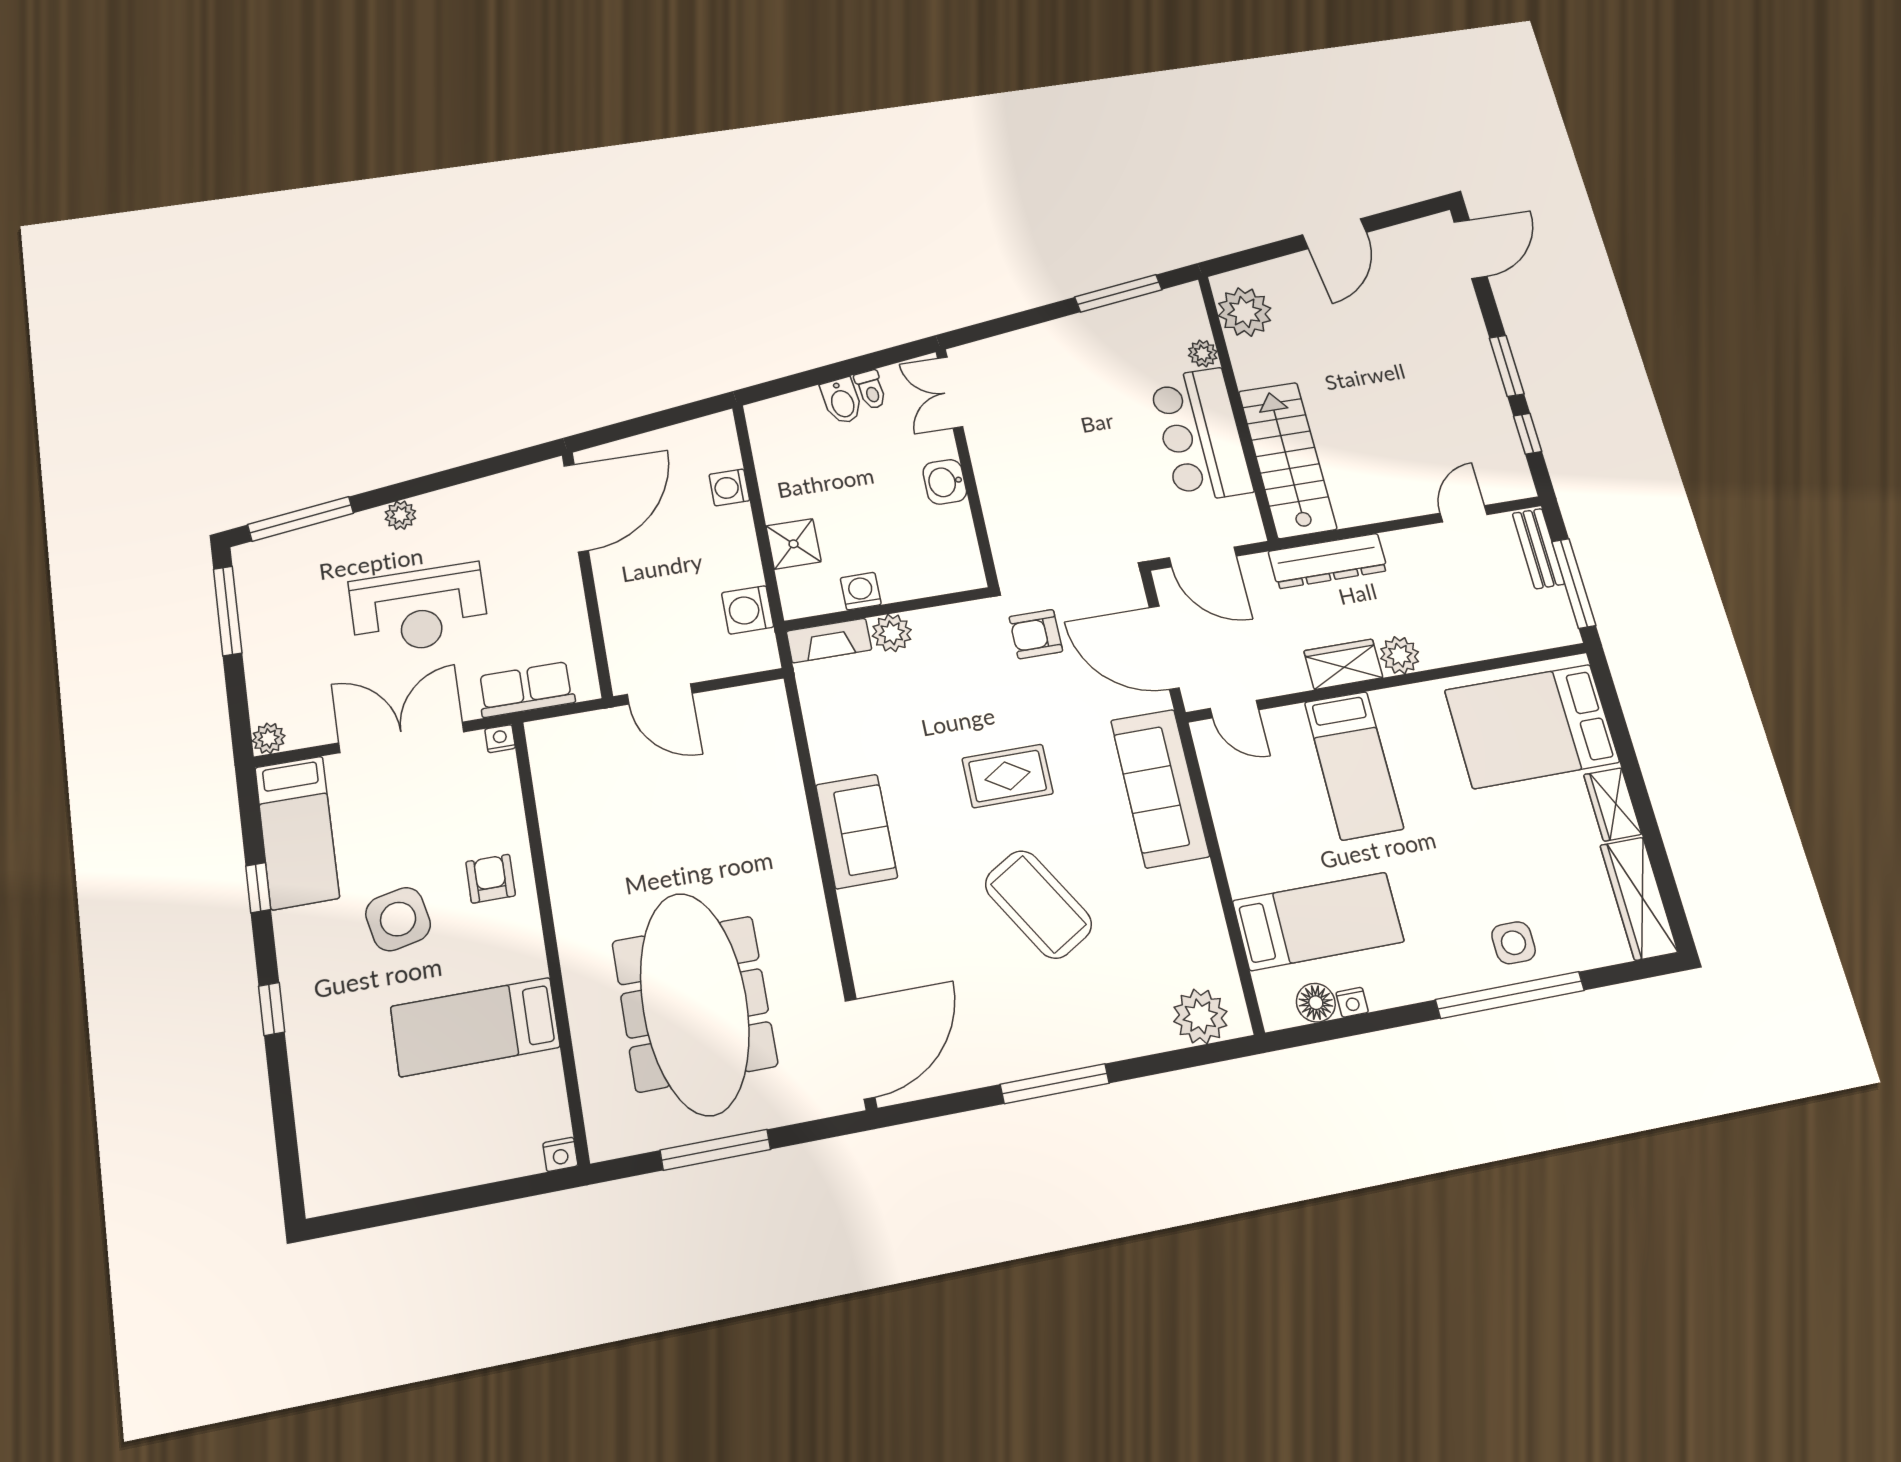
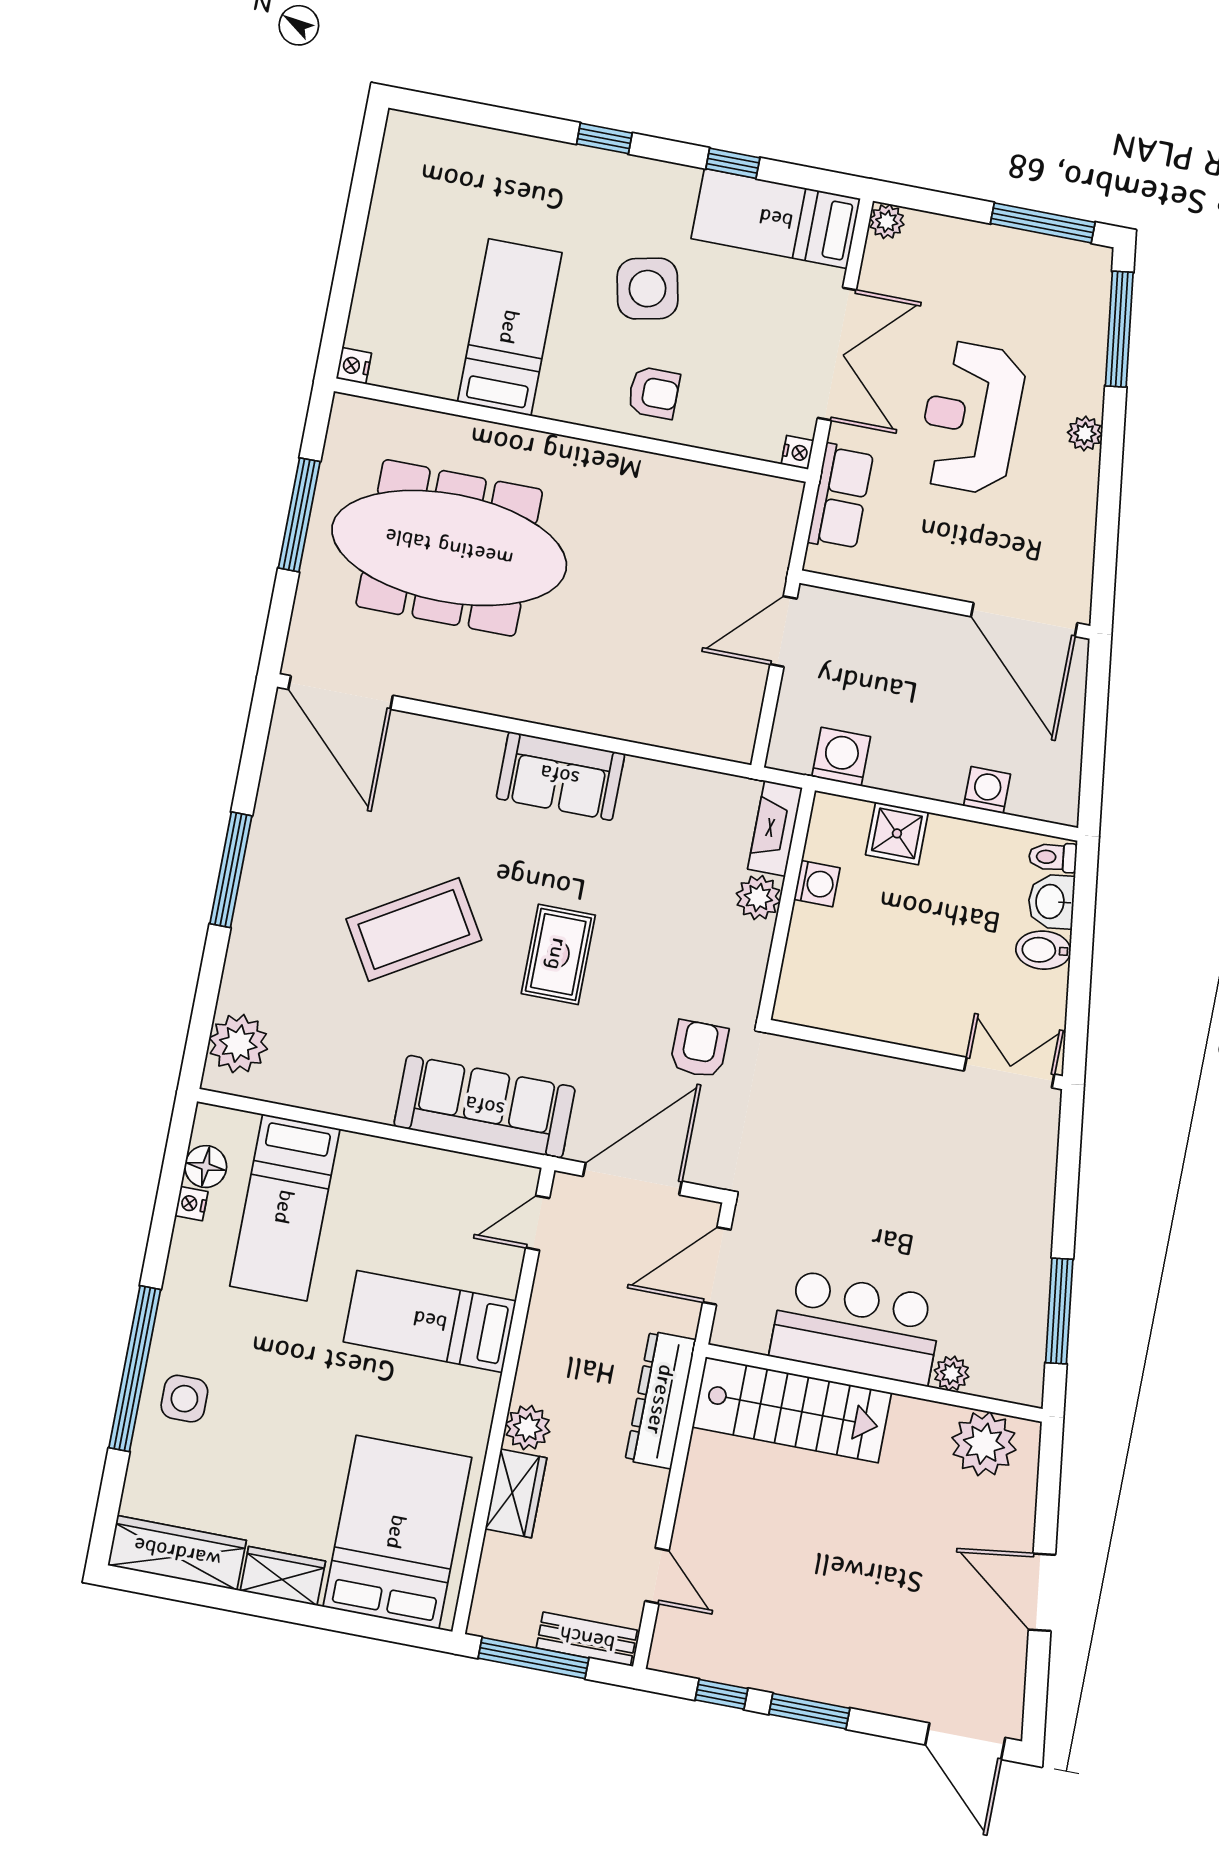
toilet: (871, 390) -> (1053, 857), moved
washbasin: (945, 482) -> (1051, 902), moved, turned -97
wardrobe: (1343, 664) -> (516, 1493), moved

